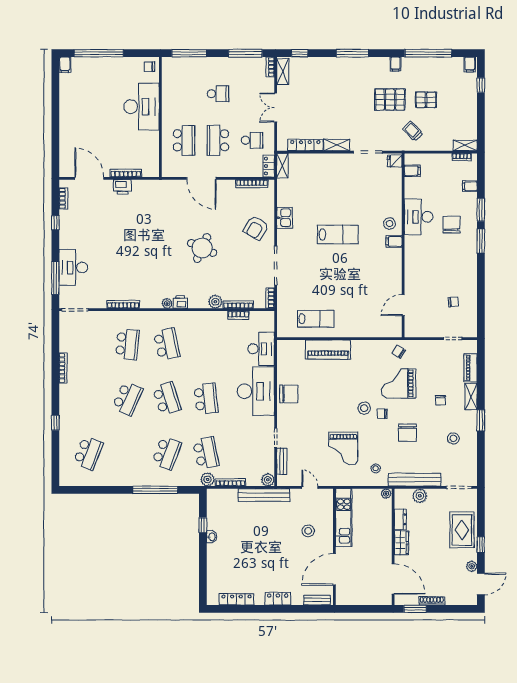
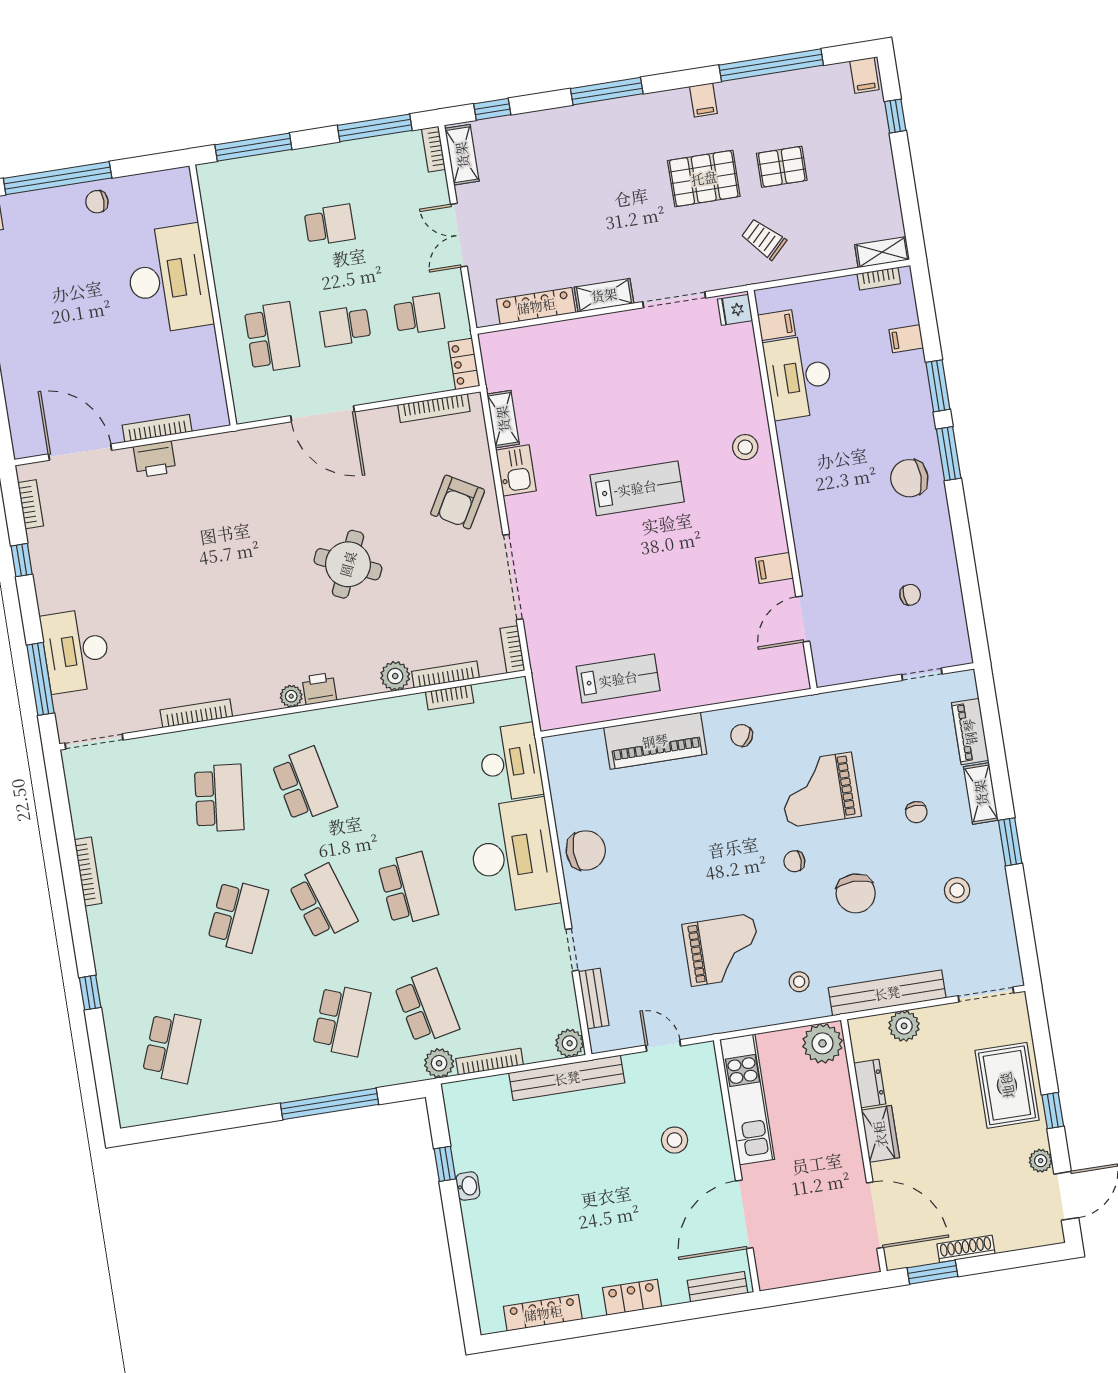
chair: (149, 67) -> (97, 202), moved
school desk: (218, 140) -> (345, 326), width x0.54
shelving: (282, 166) -> (503, 419), moved
desk: (419, 217) -> (799, 377), moved
chair: (452, 225) -> (909, 478), moved, turned -90
filing cabinet: (394, 241) -> (774, 568), moved
chair: (399, 352) -> (742, 735), moved
stool: (364, 408) -> (754, 855), removed
grand piano: (343, 449) -> (722, 950), turned -90
plant: (386, 494) -> (822, 1043), width x1.88, depth x1.88

